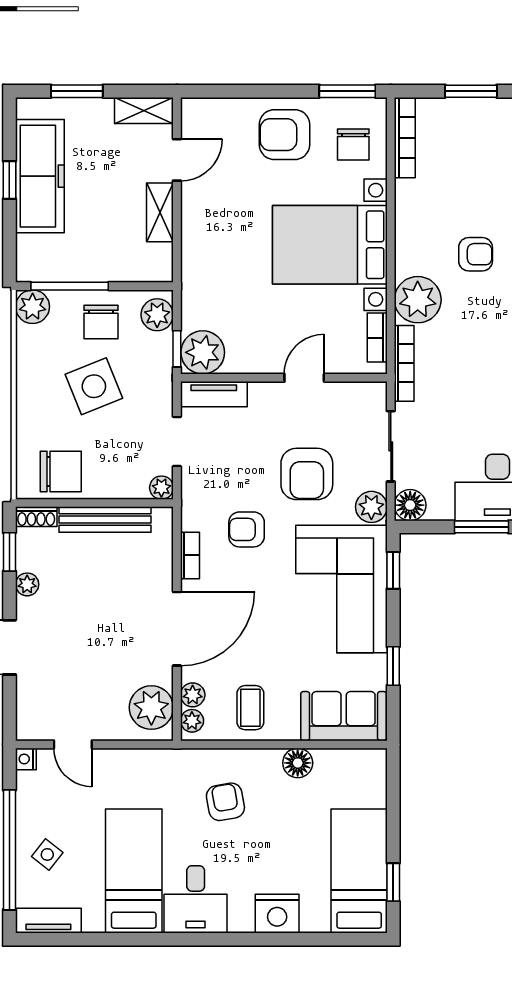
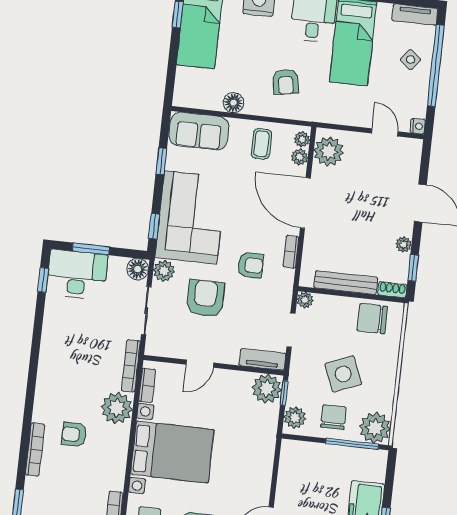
shelving: (160, 212) -> (285, 487), removed
plant: (33, 307) -> (375, 428), width x1.36, depth x1.36
door: (177, 629) -> (305, 203), hinge flipped

